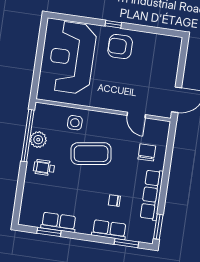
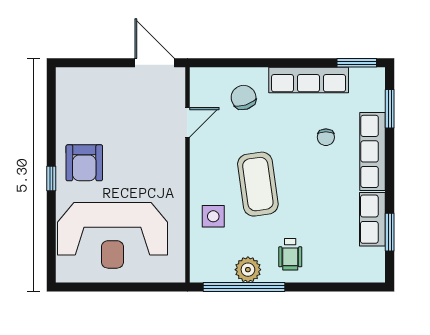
chair: (147, 152) -> (244, 97), turned 72
row of seats: (109, 230) -> (373, 151), width x1.48

